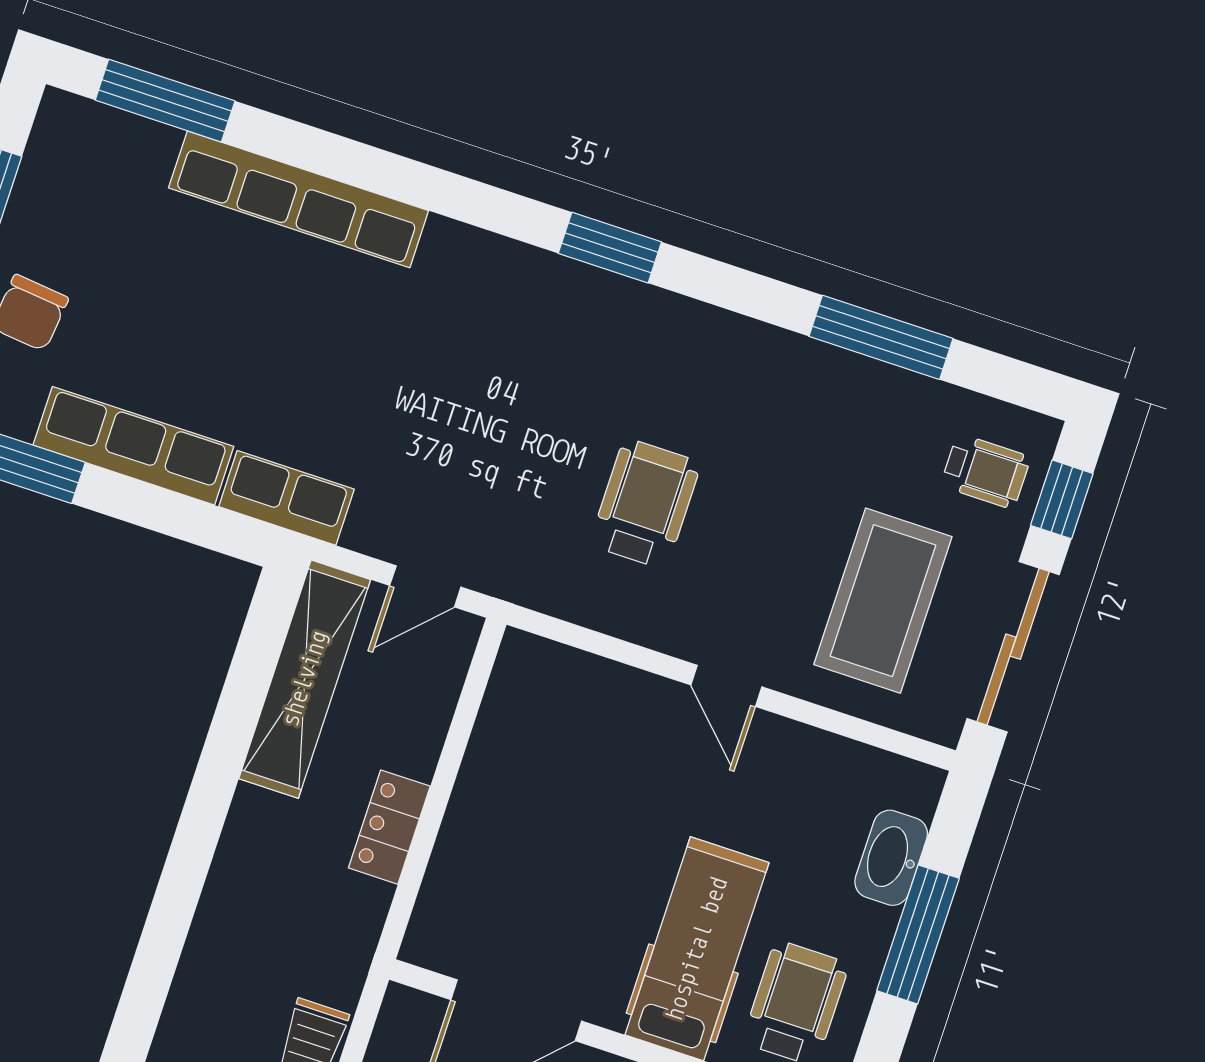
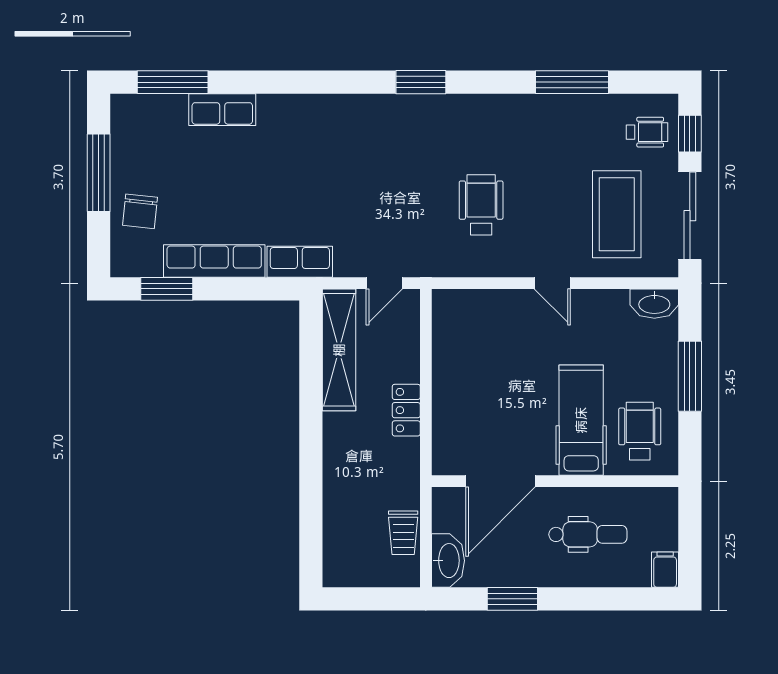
row of seats: (299, 199) -> (222, 110), width x0.50
washbasin: (891, 858) -> (654, 304), moved, turned -90

